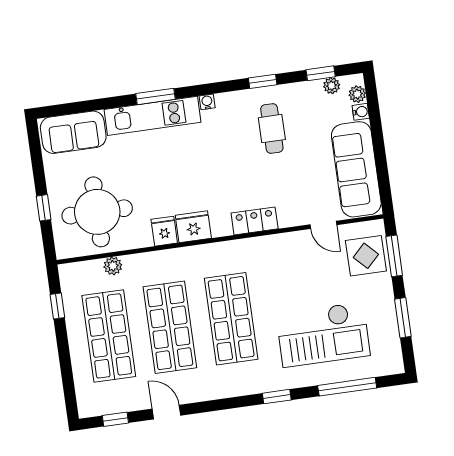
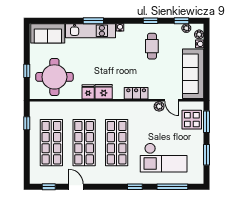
plant: (113, 266) -> (159, 106), moved

